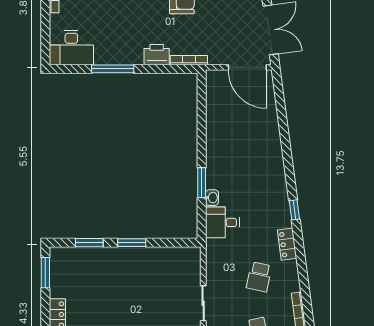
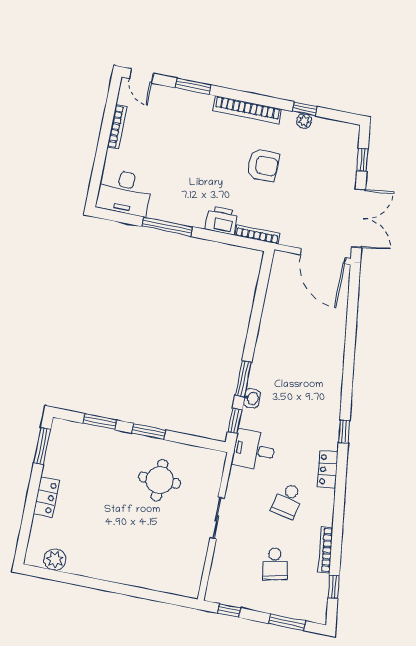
window: (202, 219) -> (235, 421), added
desk: (222, 222) -> (254, 450), moved
round table: (149, 281) -> (160, 480), added

